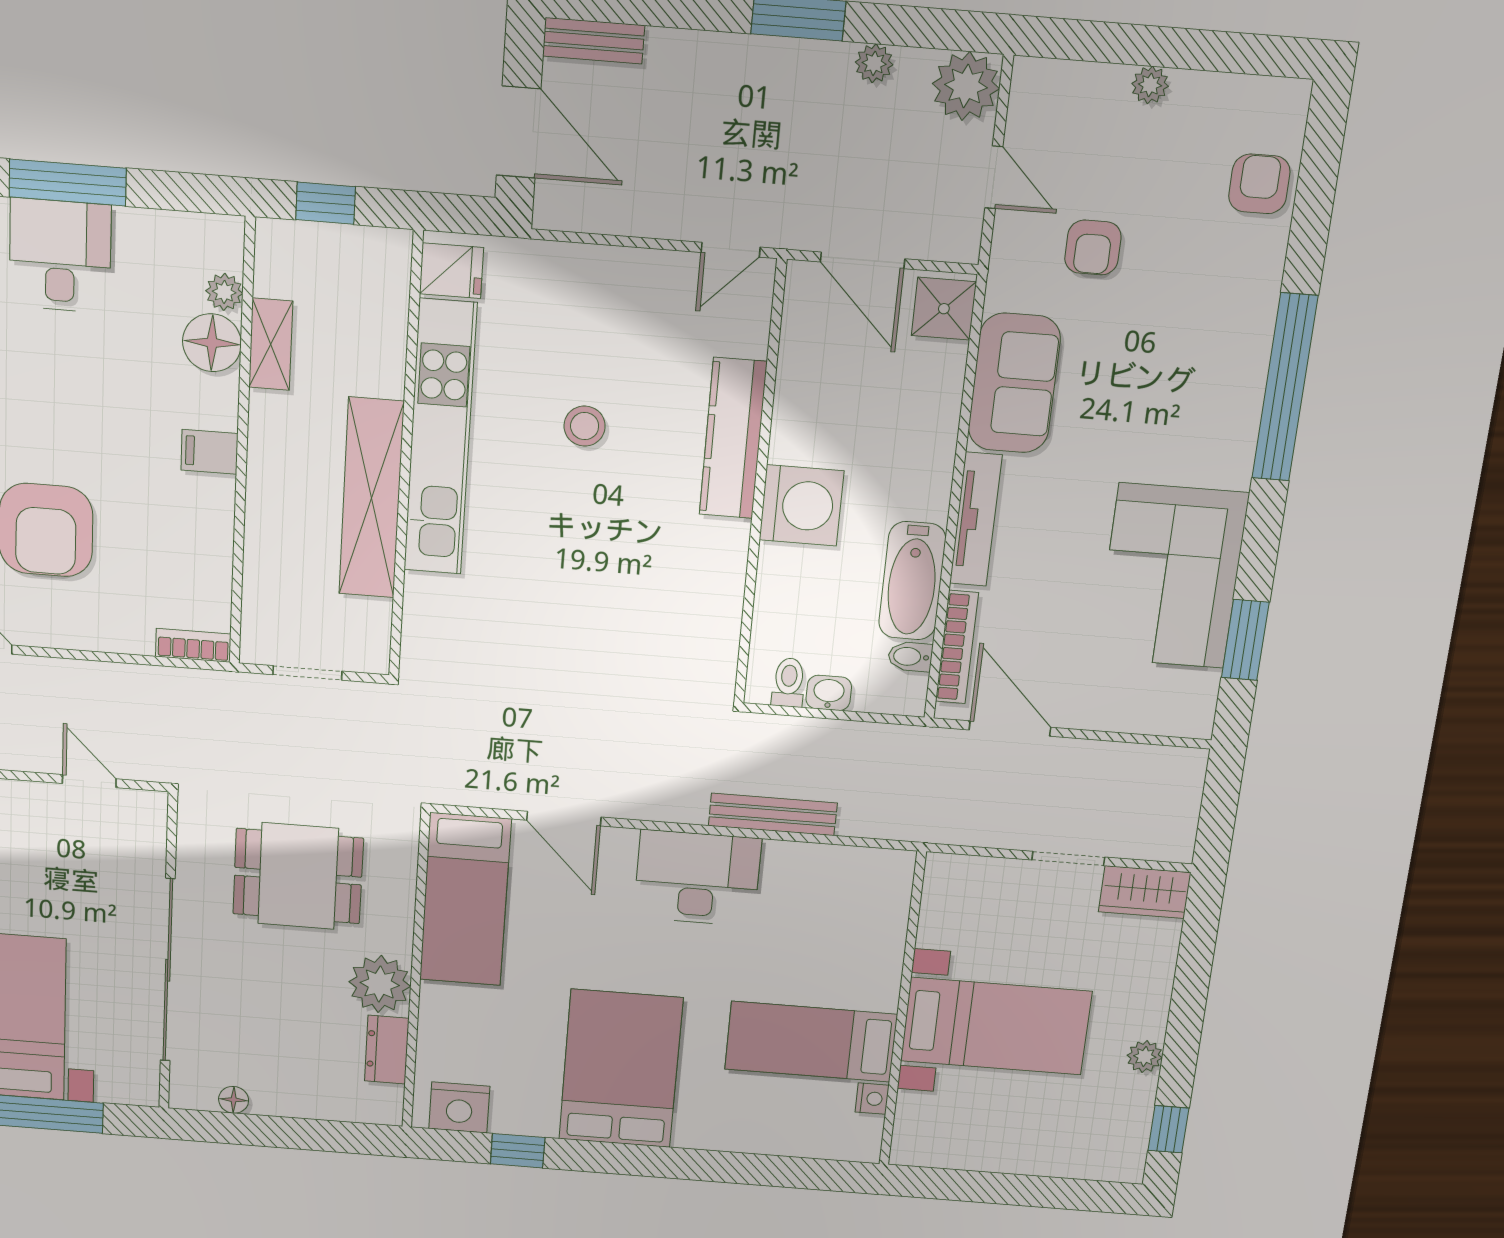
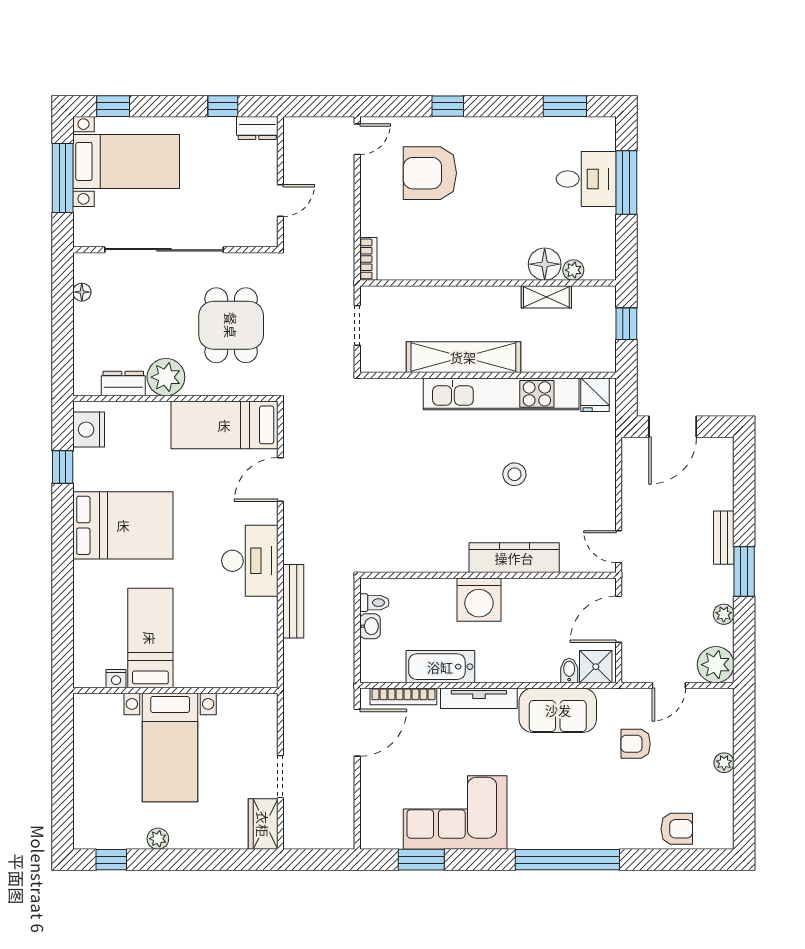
bench: (594, 41) -> (724, 538), moved
filing cabinet: (209, 452) -> (483, 265), removed
bidet: (910, 657) -> (569, 670), moved

